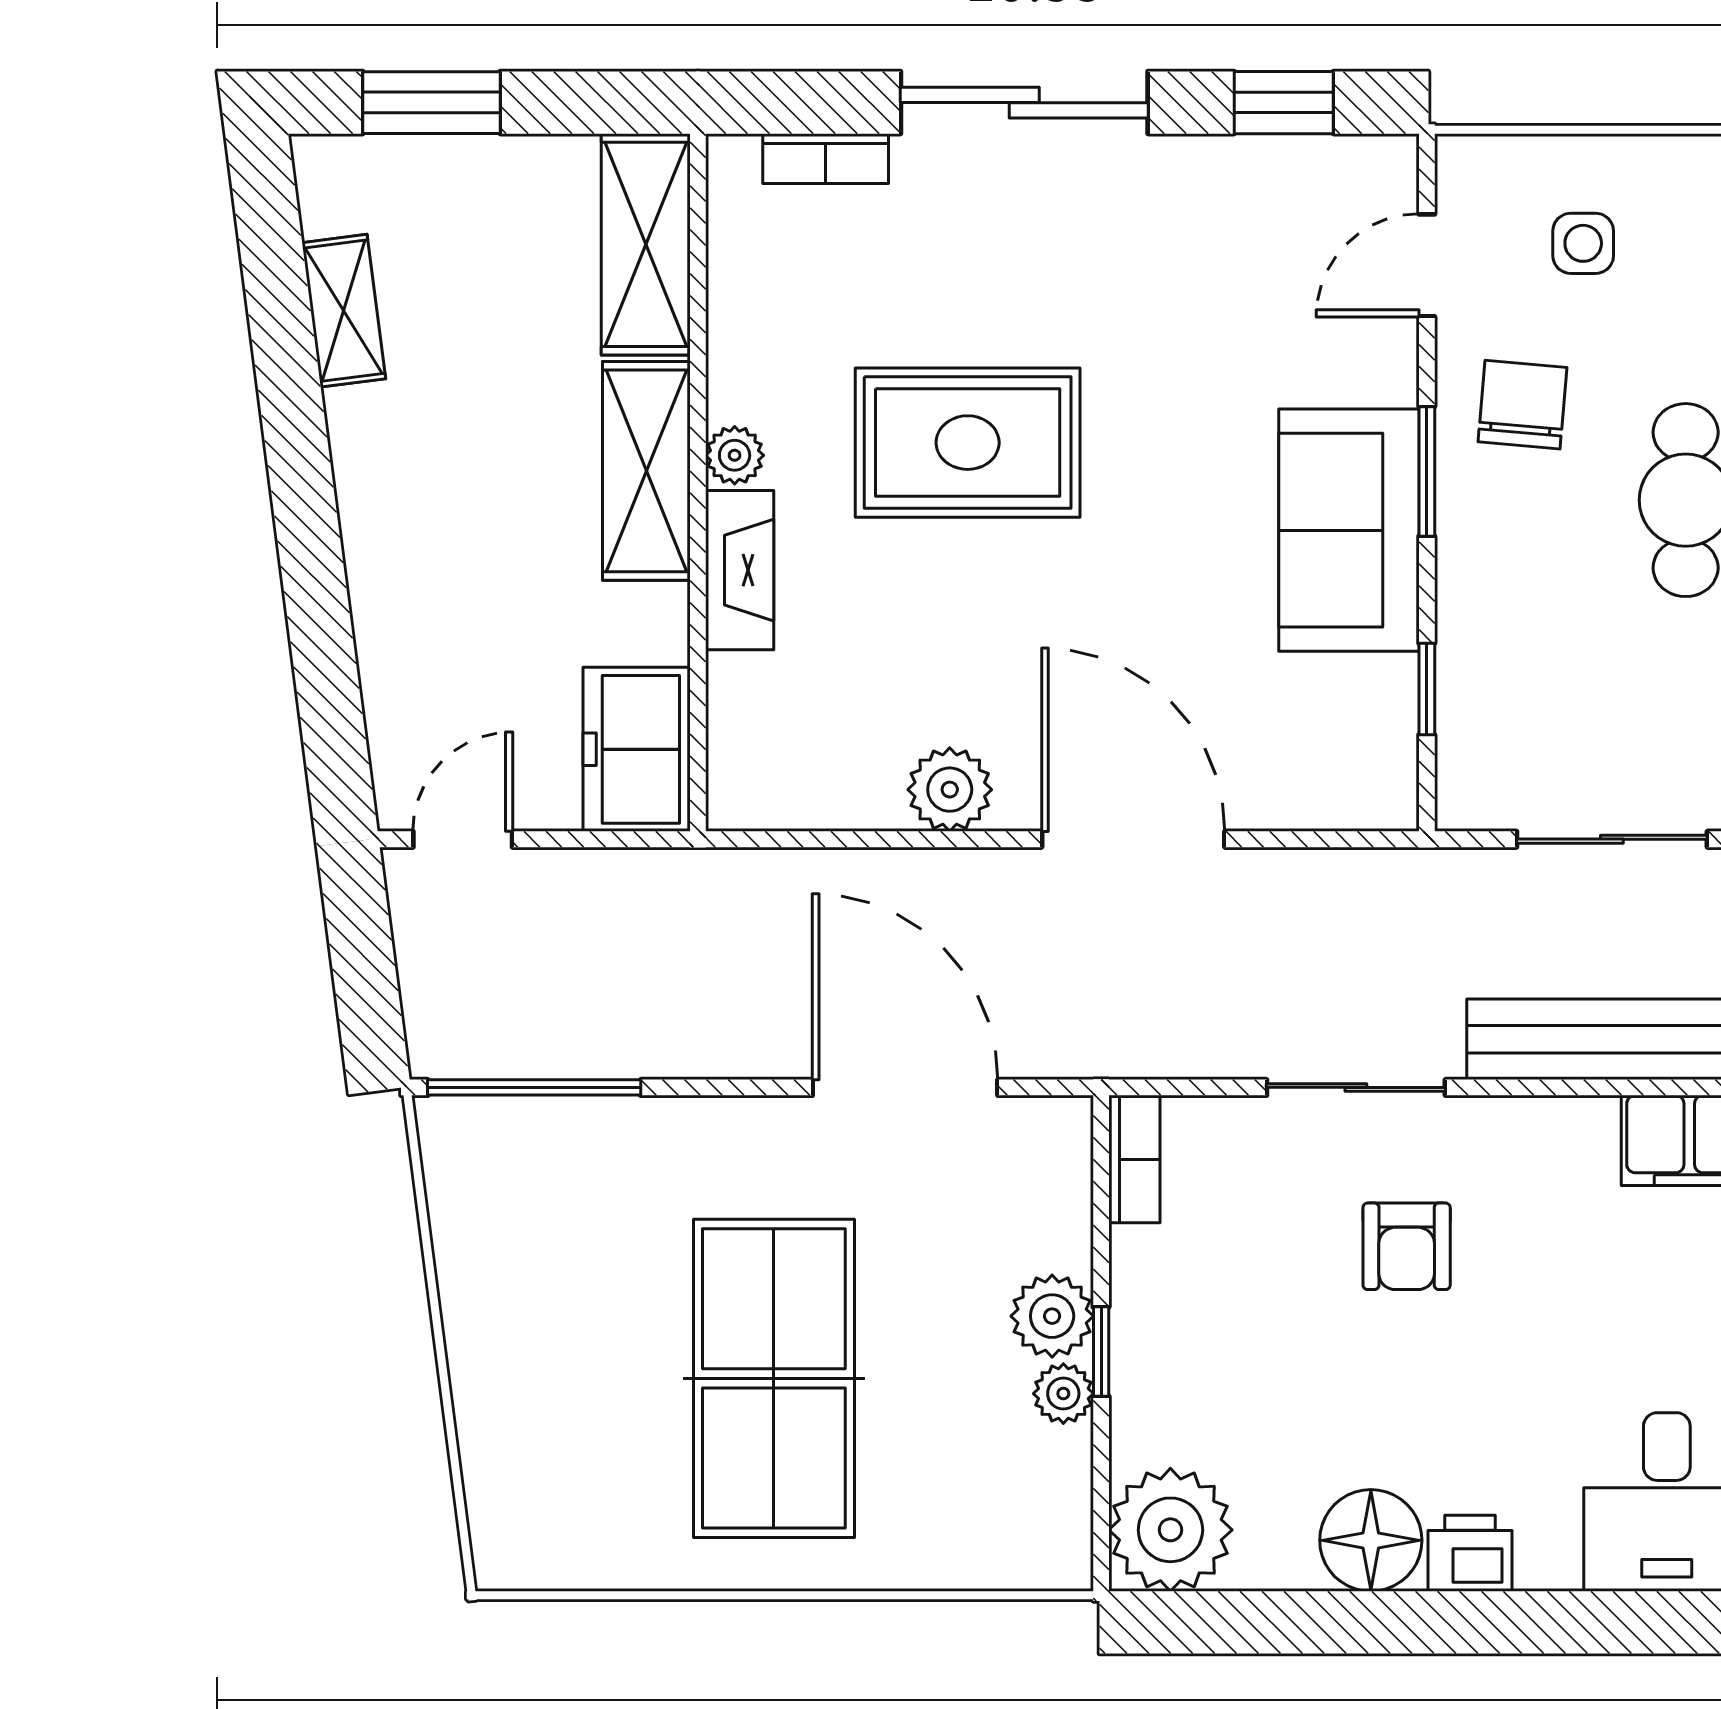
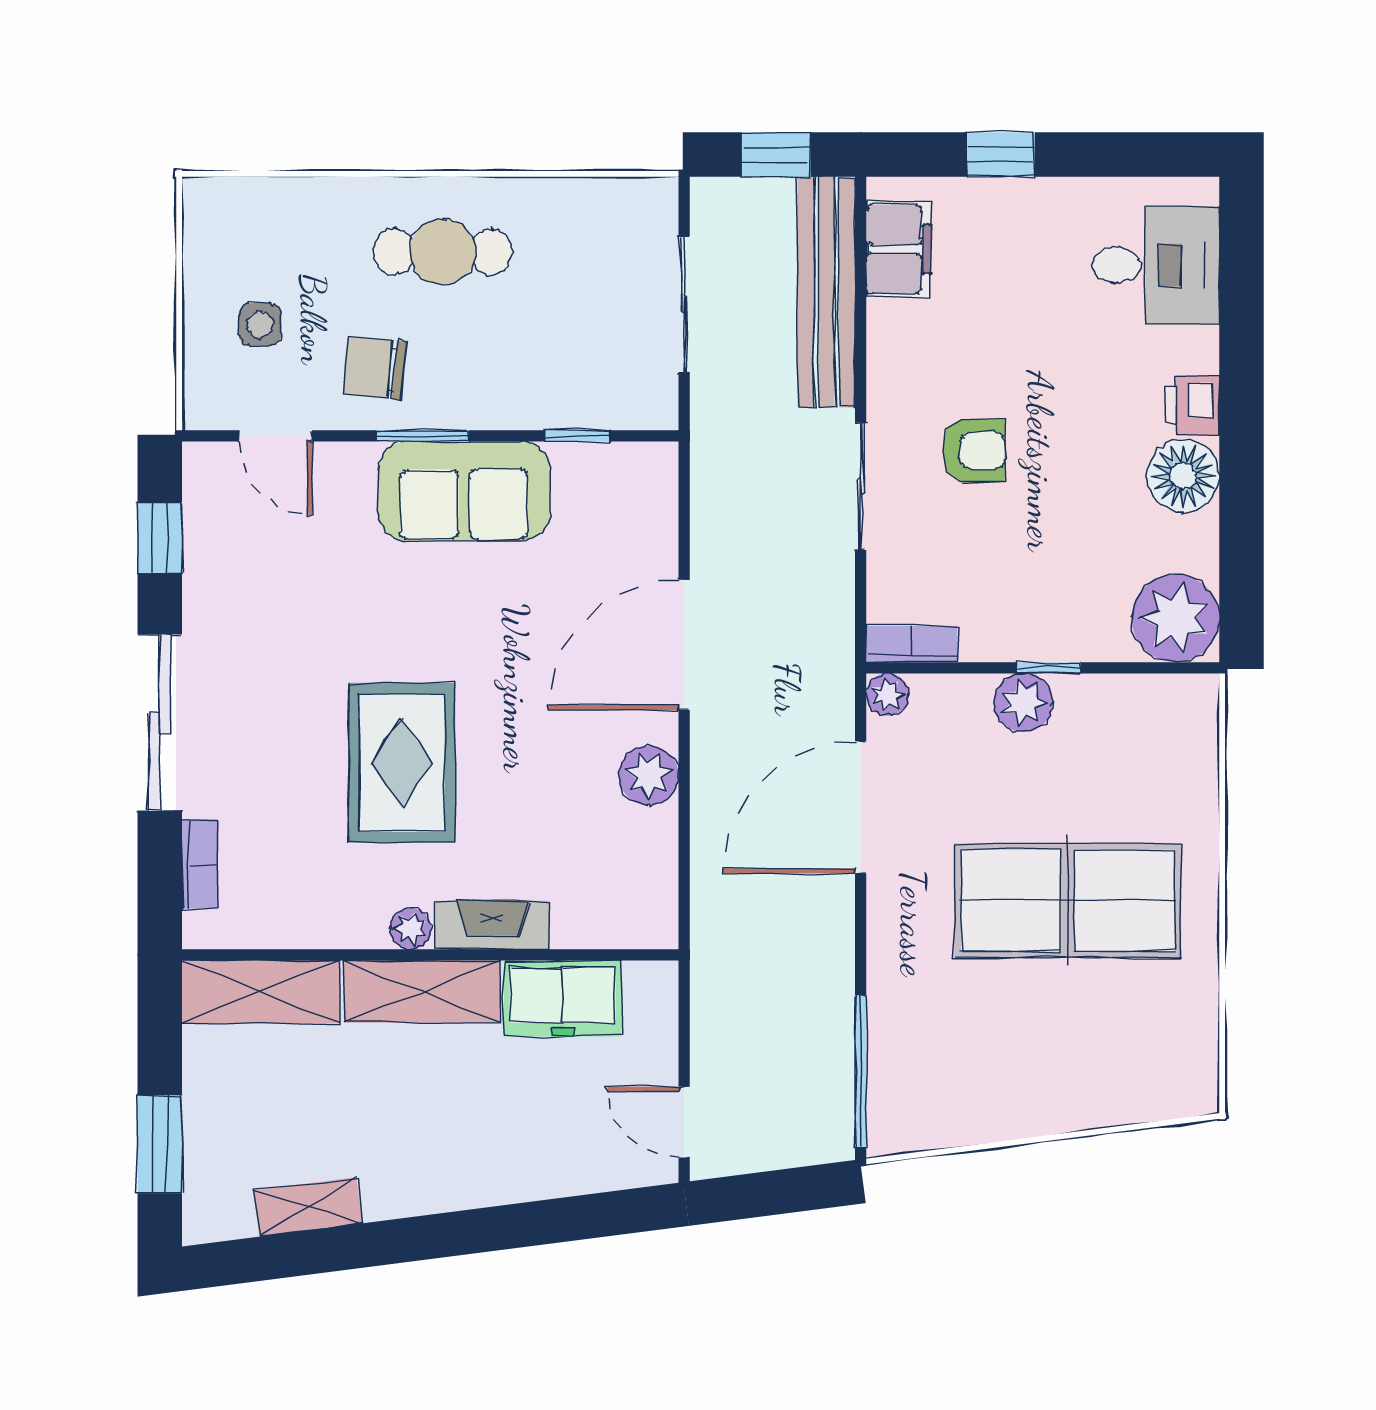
freezer: (637, 749) -> (563, 998), moved
plant: (1063, 1394) -> (888, 695), moved

